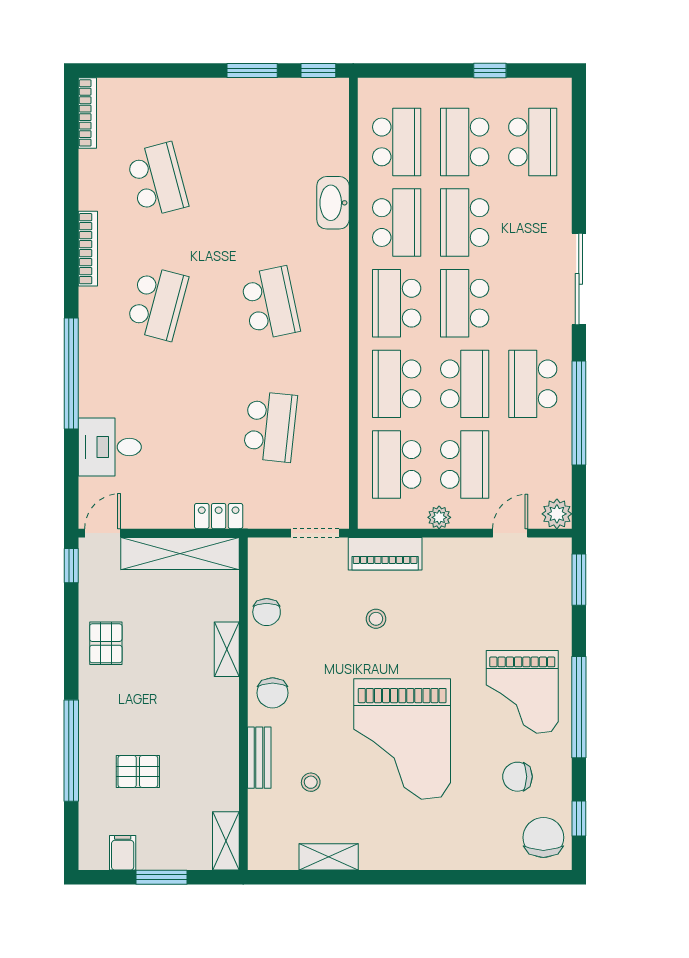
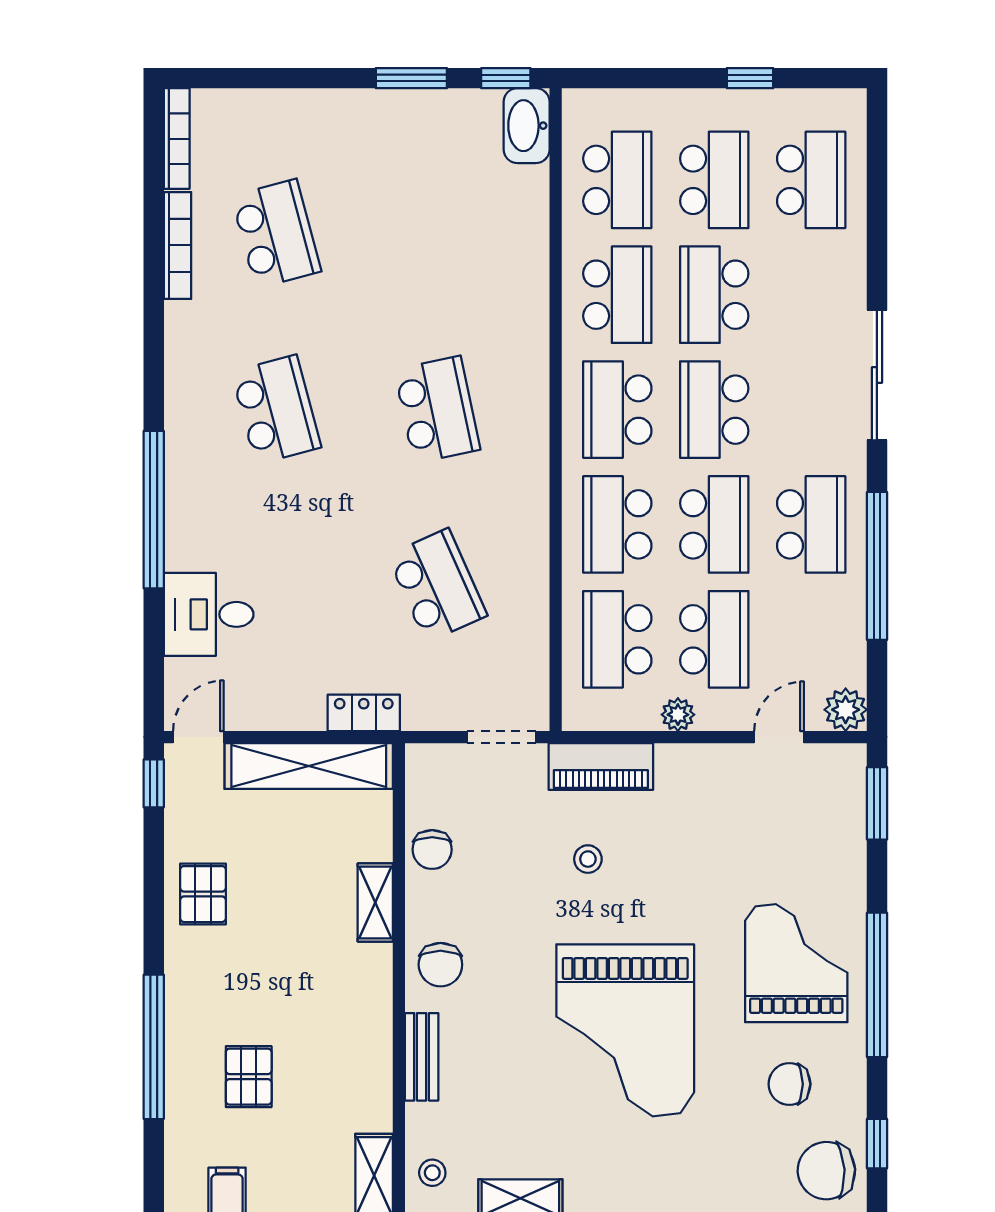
school desk: (465, 142) -> (714, 180), turned 180
washbasin: (333, 203) -> (527, 126), moved
bookcase: (88, 249) -> (177, 245), moved
school desk: (157, 303) -> (276, 410), turned -30
school desk: (533, 384) -> (811, 524), turned 180
school desk: (270, 427) -> (437, 585), turned -30
grand piano: (522, 692) -> (796, 963), turned 180
pallet: (138, 771) -> (249, 1077), turned 90
stool: (311, 782) -> (432, 1173), moved
chair: (543, 837) -> (826, 1171), turned -93

